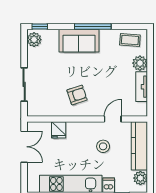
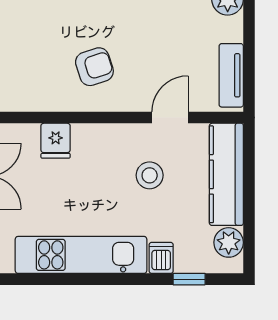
tv unit: (142, 87) -> (231, 75), moved

